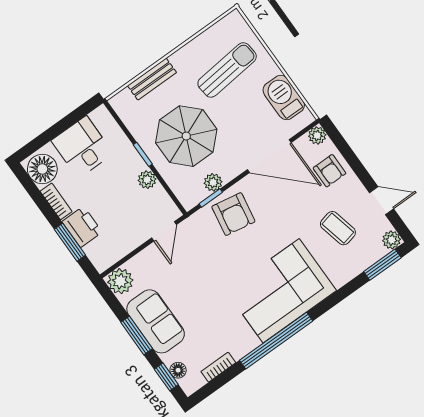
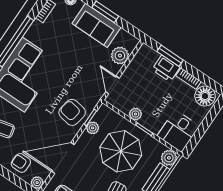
plant: (123, 102) -> (169, 158), added
desk: (82, 147) -> (178, 131), moved, turned 90
plant: (120, 281) -> (120, 56), moved

